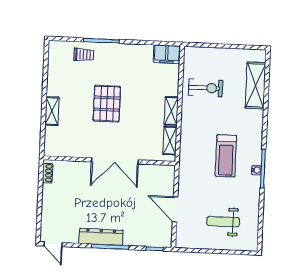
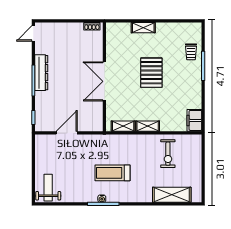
pallet: (107, 104) -> (151, 73), turned 90
weight bench: (223, 222) -> (48, 188), moved

